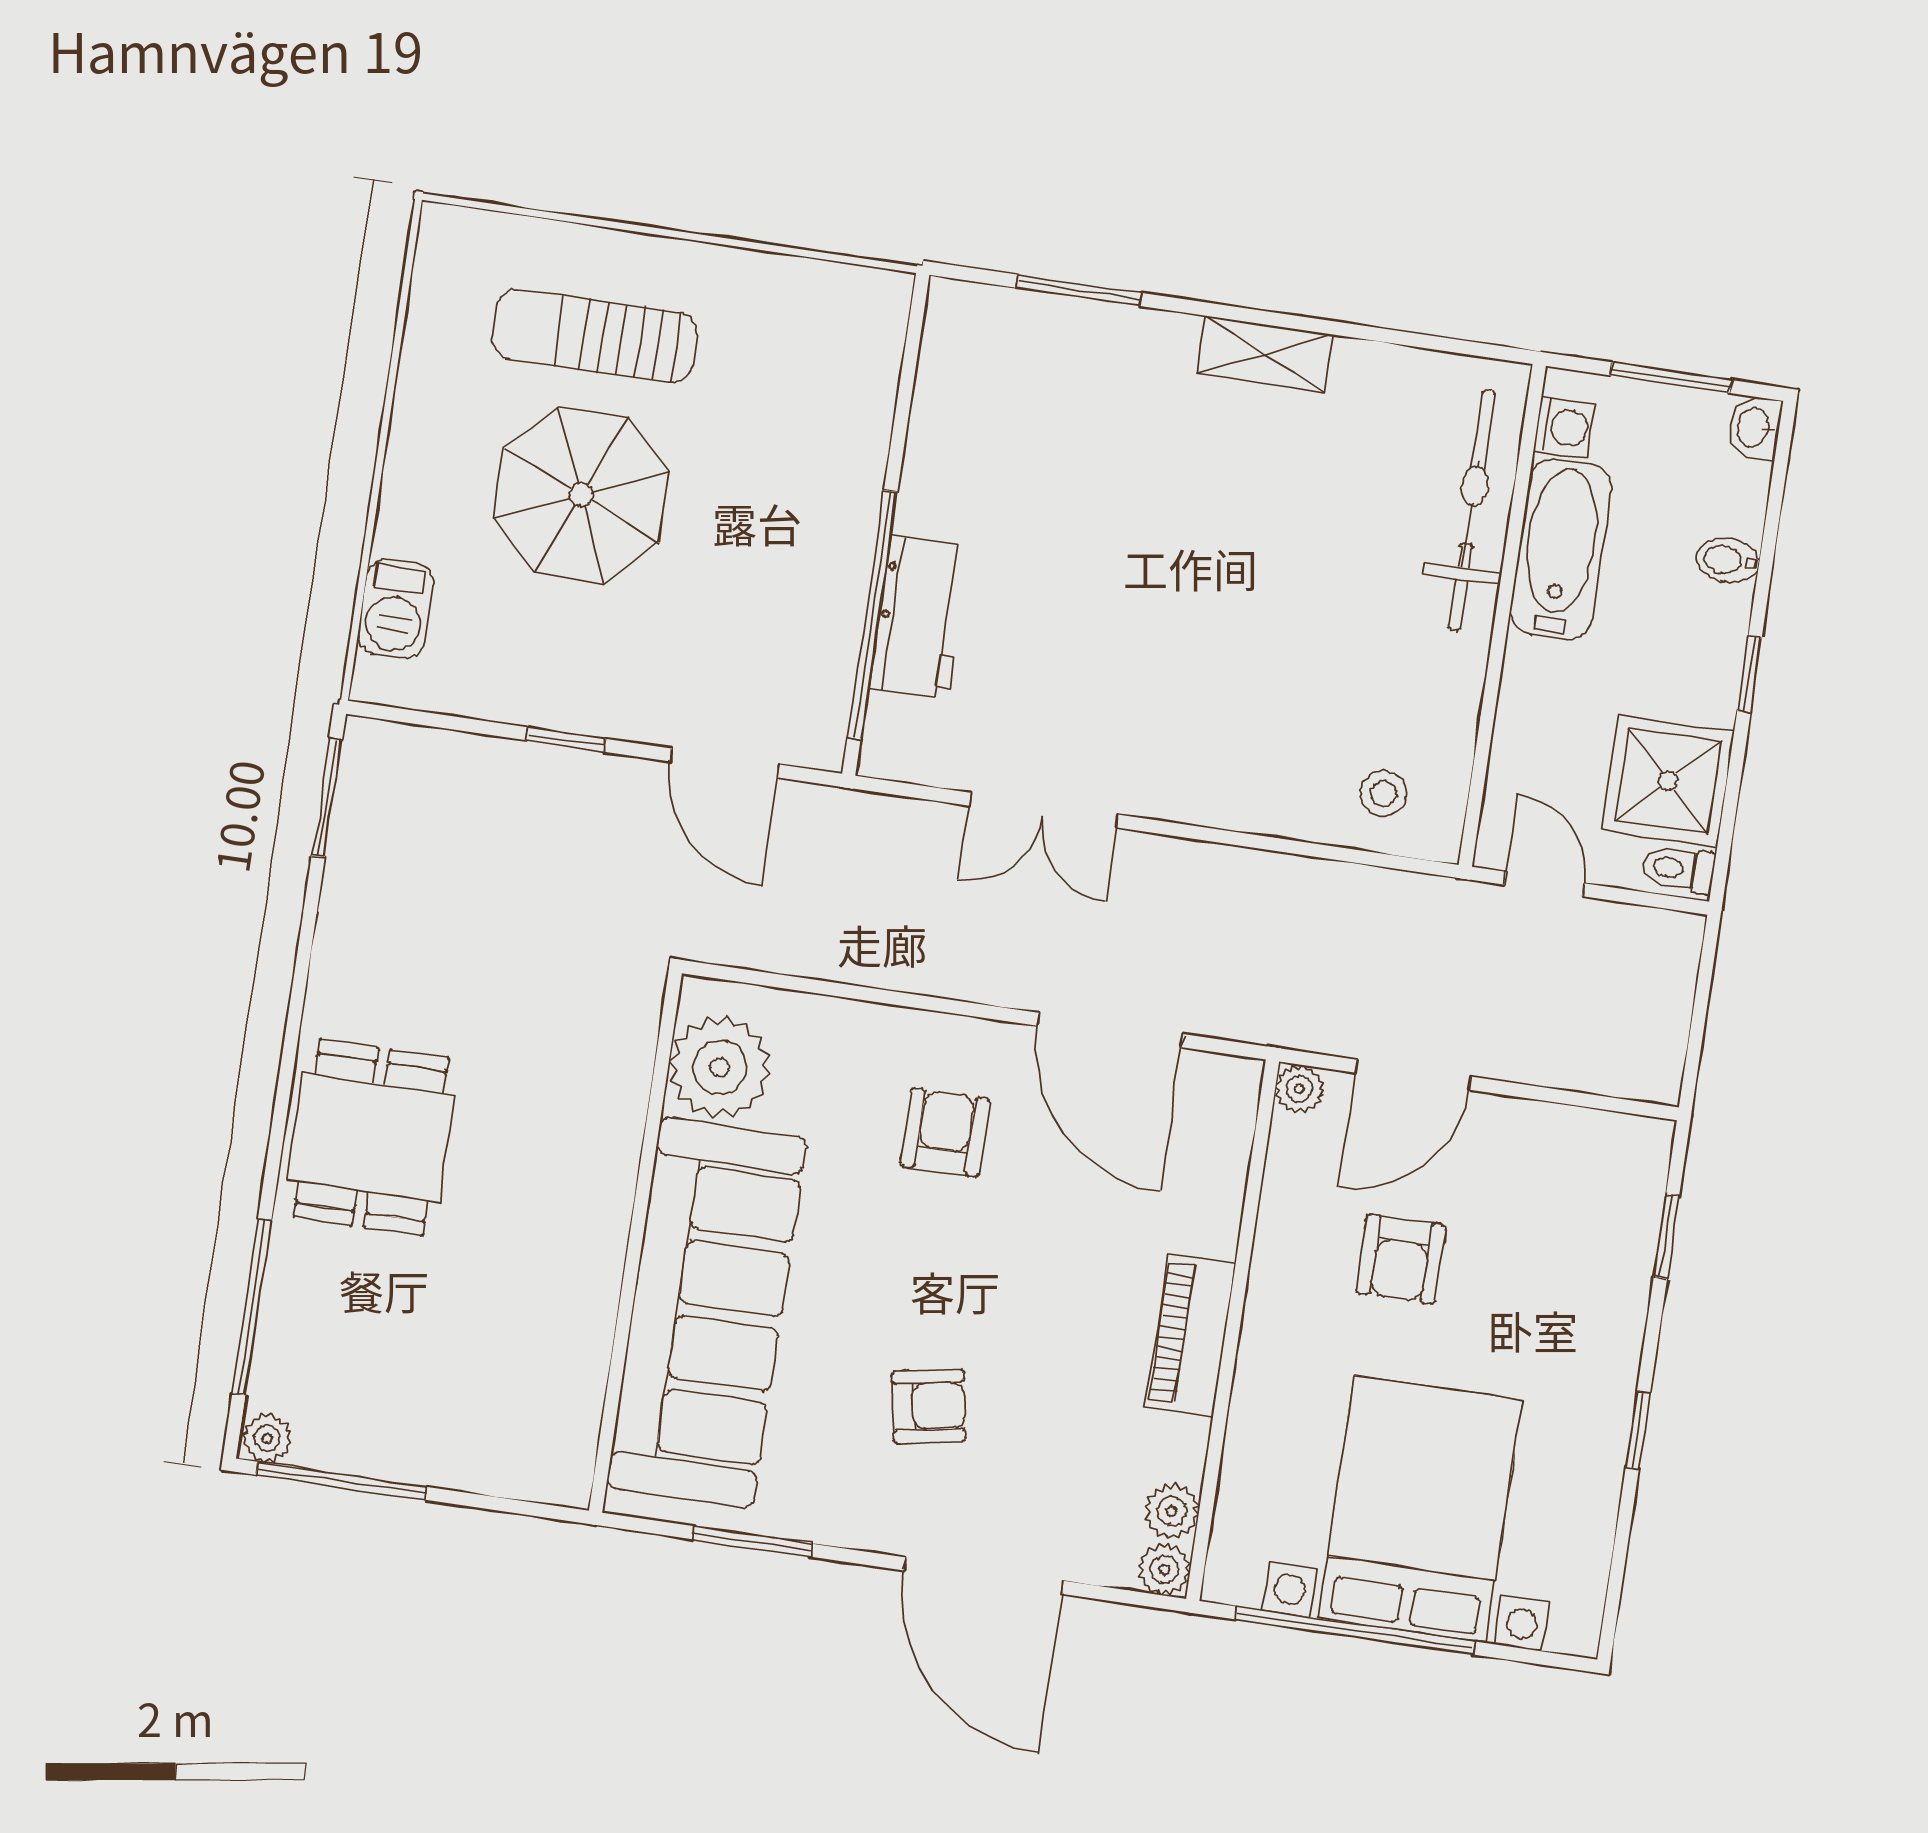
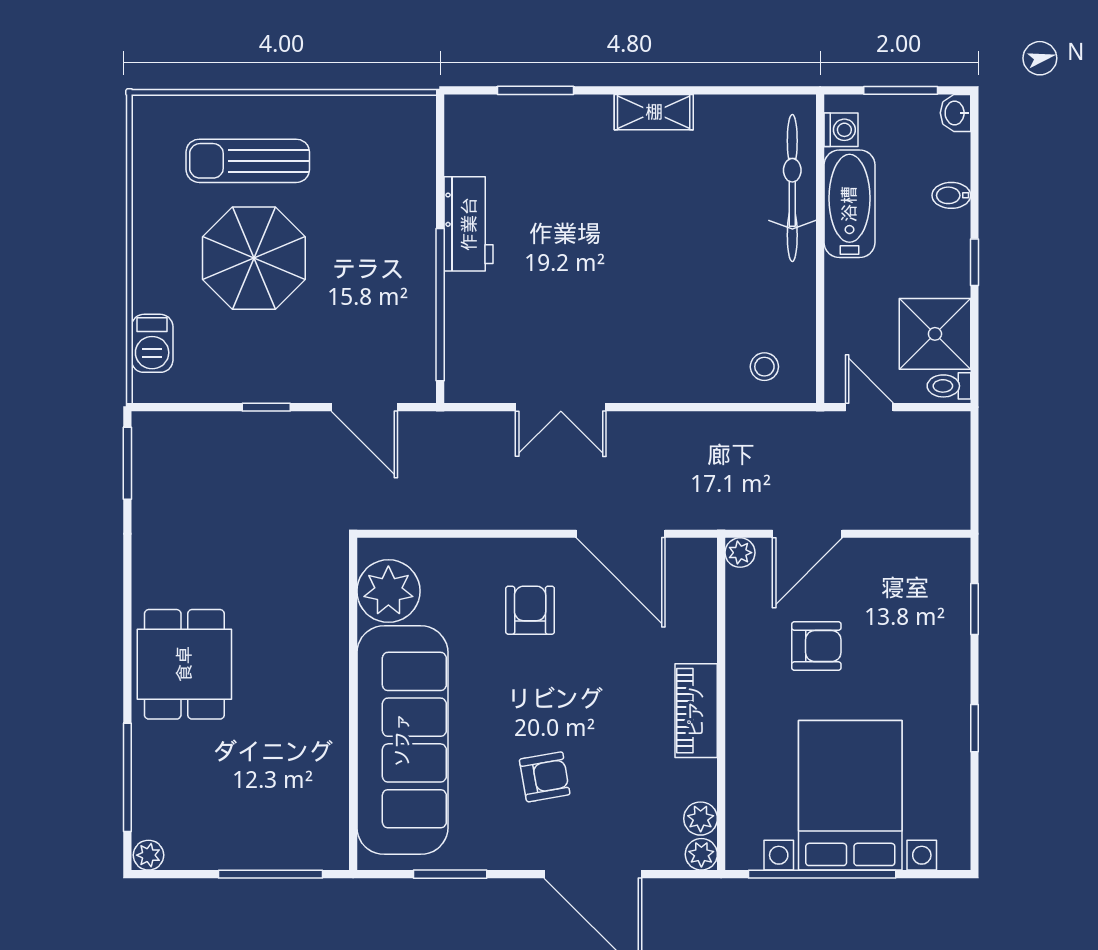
workbench: (919, 618) -> (469, 224), moved
armchair: (1401, 1259) -> (816, 646), turned -90
window: (341, 1481) -> (271, 874), moved

